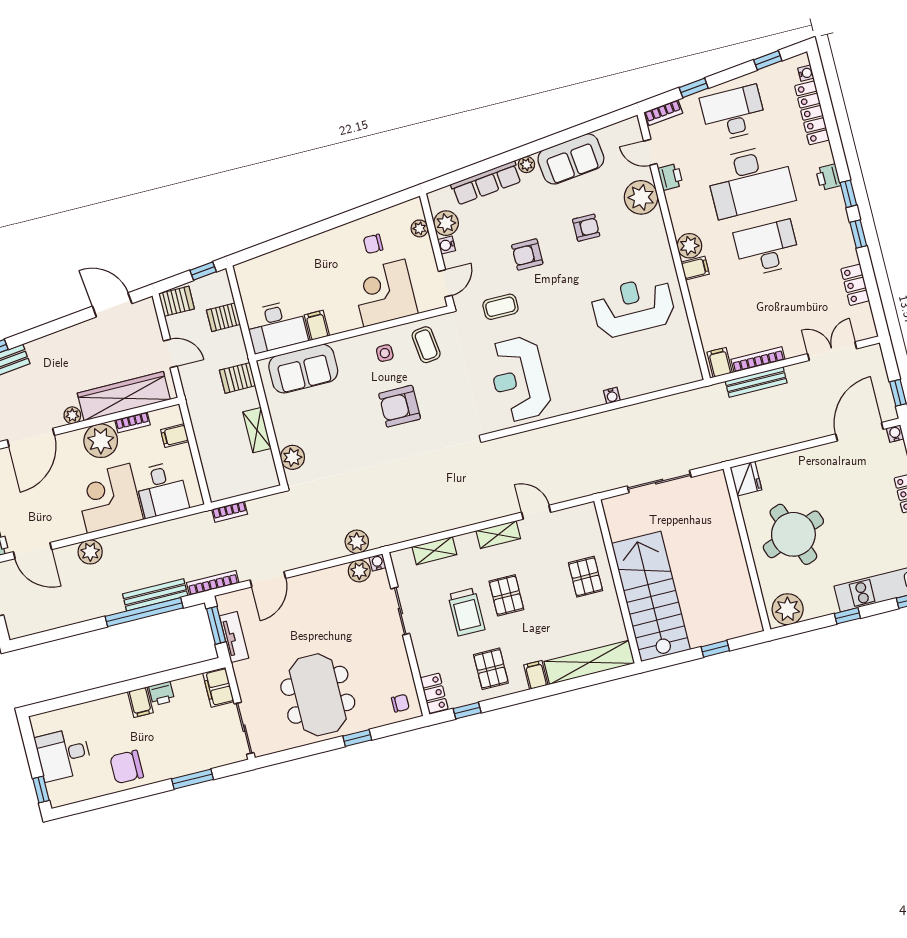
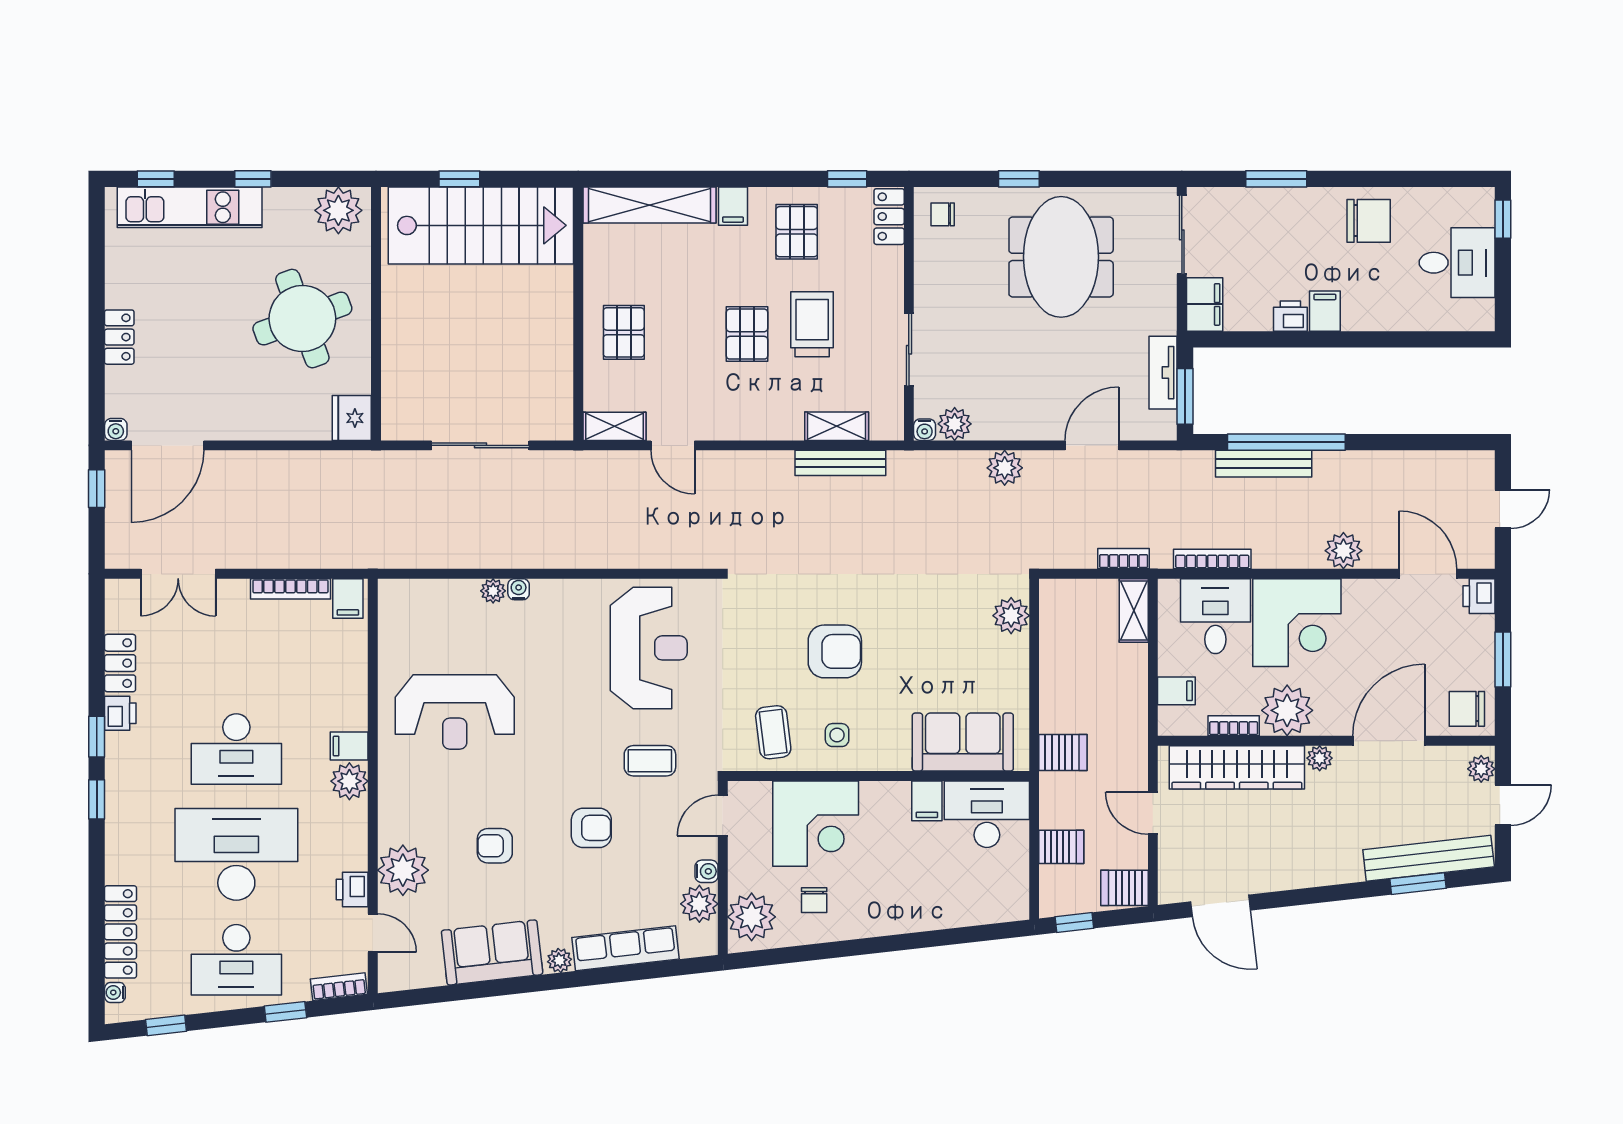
printer: (828, 177) -> (120, 713), moved
plant: (419, 228) -> (752, 917), width x1.87, depth x1.87
chair: (373, 244) -> (814, 900), turned 90
bench: (756, 382) -> (840, 463), moved
plant: (628, 390) -> (493, 591), added
shelving: (257, 430) -> (1134, 611), moved
shelving: (498, 535) -> (615, 426), moved
plant: (357, 542) -> (1005, 468), moved
bookcase: (213, 583) -> (1212, 559), moved, turned 180
stairs: (651, 596) -> (481, 225), moved, turned -90

